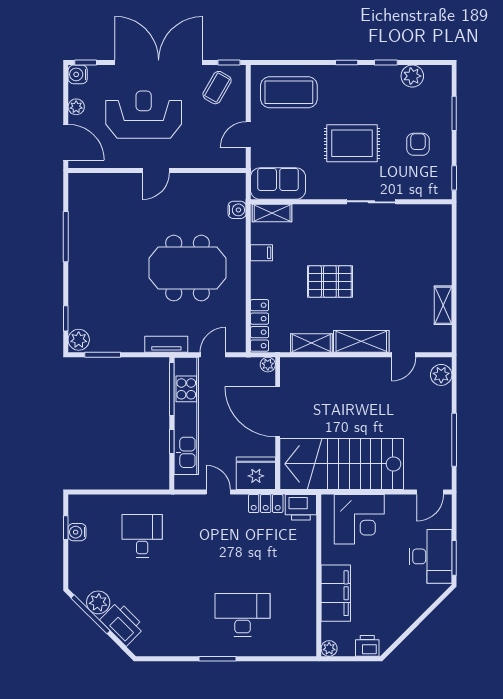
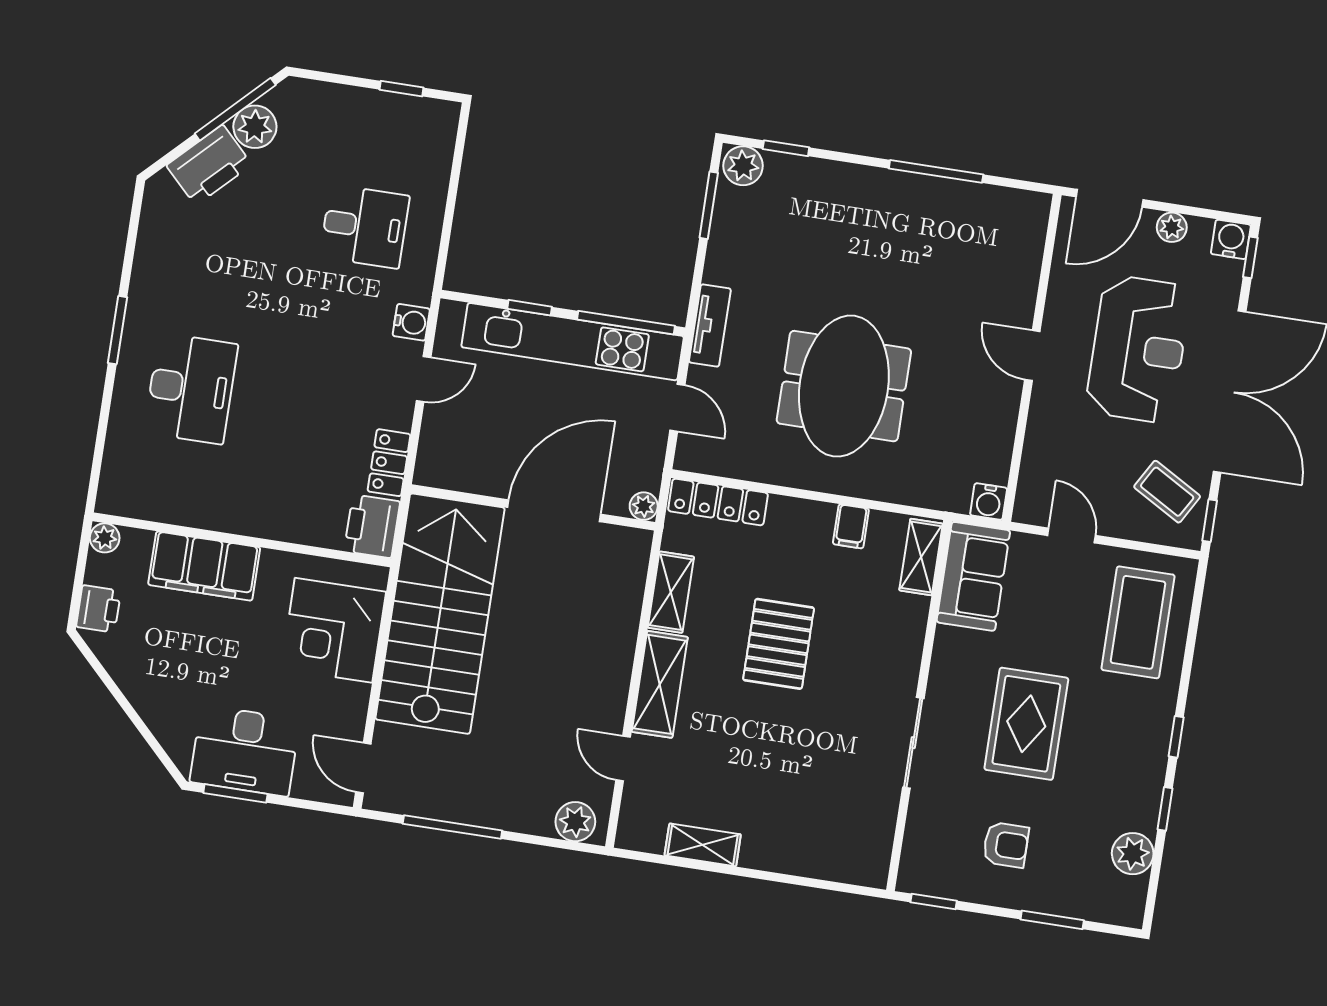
water cooler: (237, 210) -> (989, 502), moved
fridge: (256, 473) -> (447, 453), removed
water cooler: (77, 532) -> (411, 322), moved, turned 90

